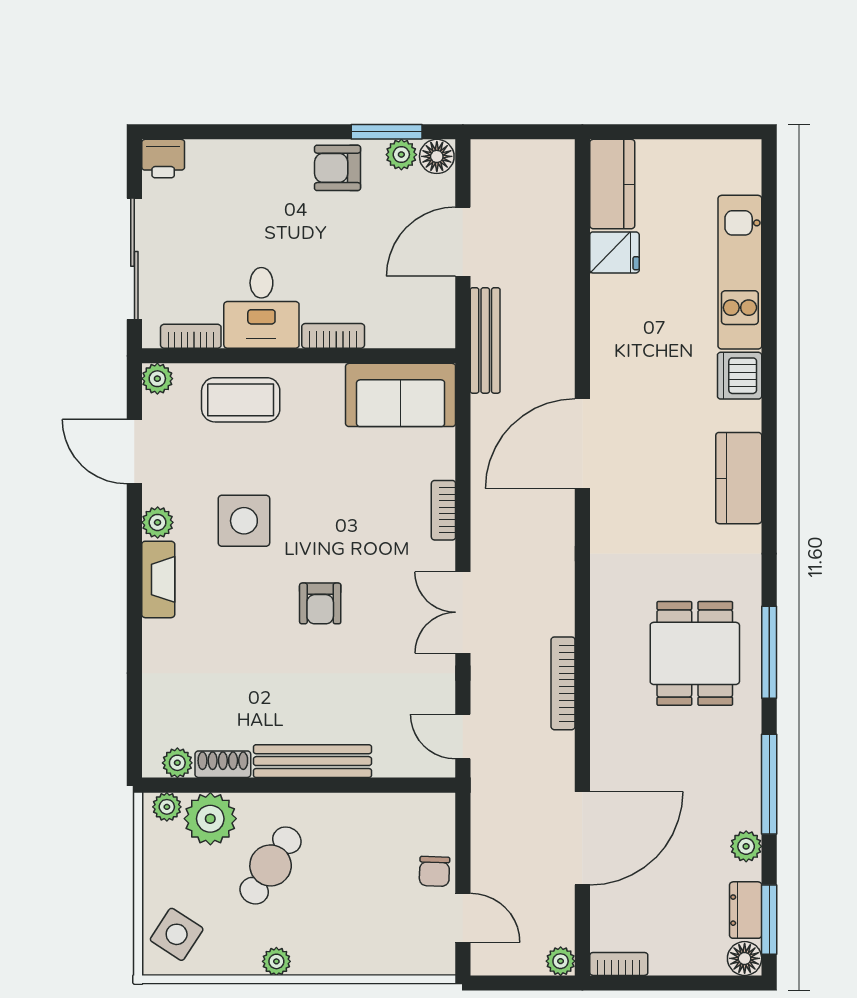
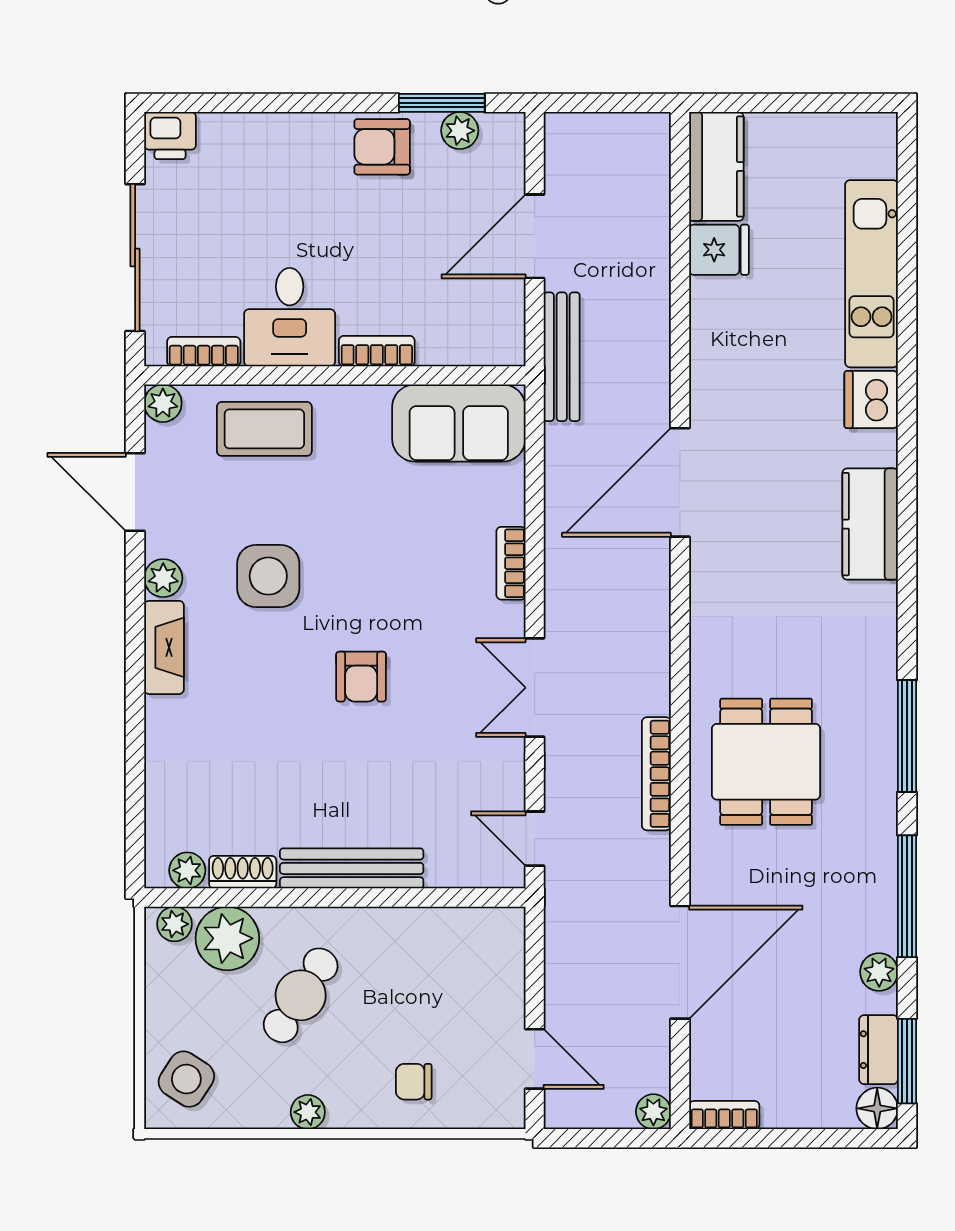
floor lamp: (437, 156) -> (503, 133), removed
dining table: (695, 653) -> (766, 762), moved
chair: (434, 871) -> (414, 1082), moved, turned 88

